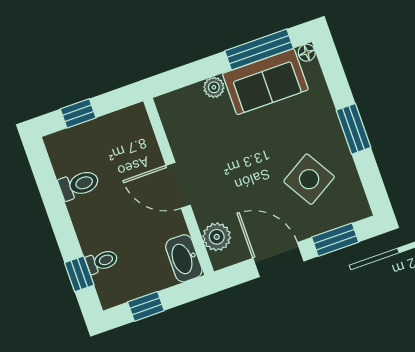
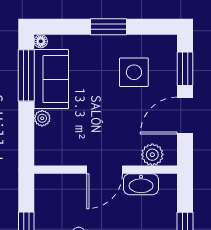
side table: (309, 179) -> (134, 72), turned 31
washbasin: (184, 258) -> (141, 184), moved

